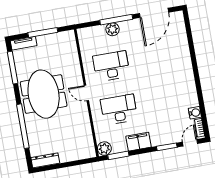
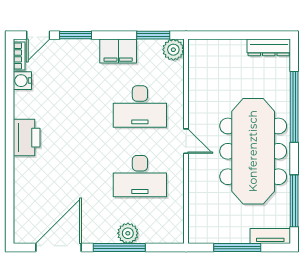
printer: (186, 78) -> (27, 138), added
meeting table: (44, 94) -> (253, 151), width x1.36

